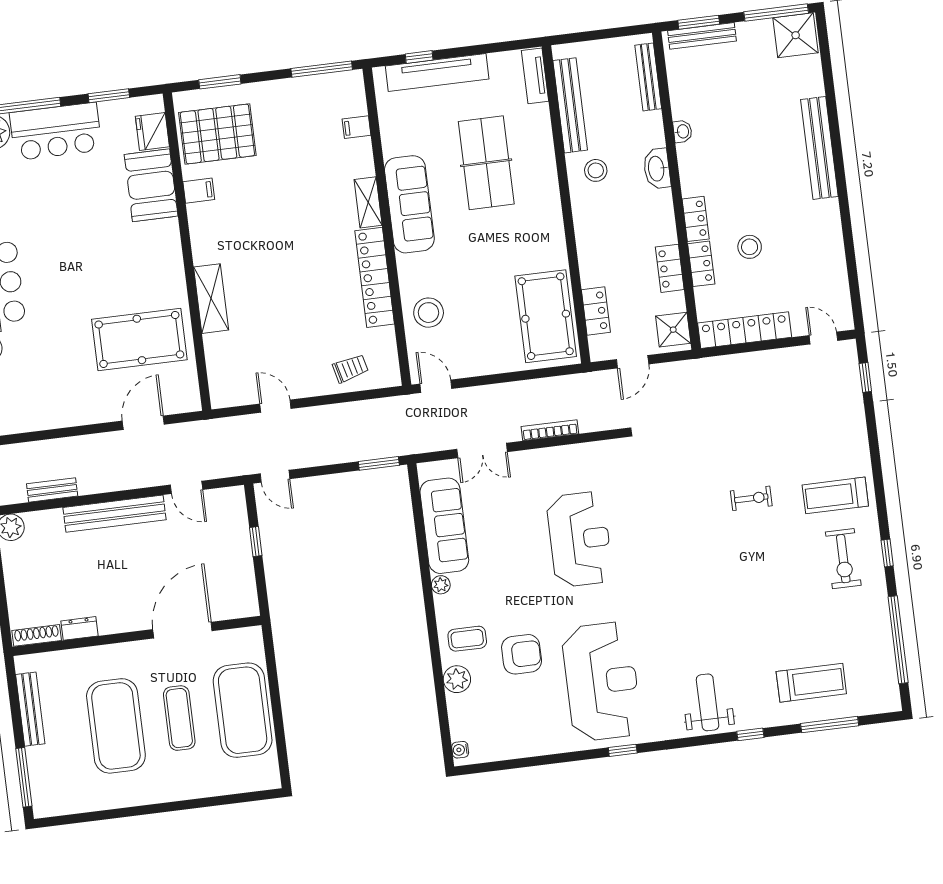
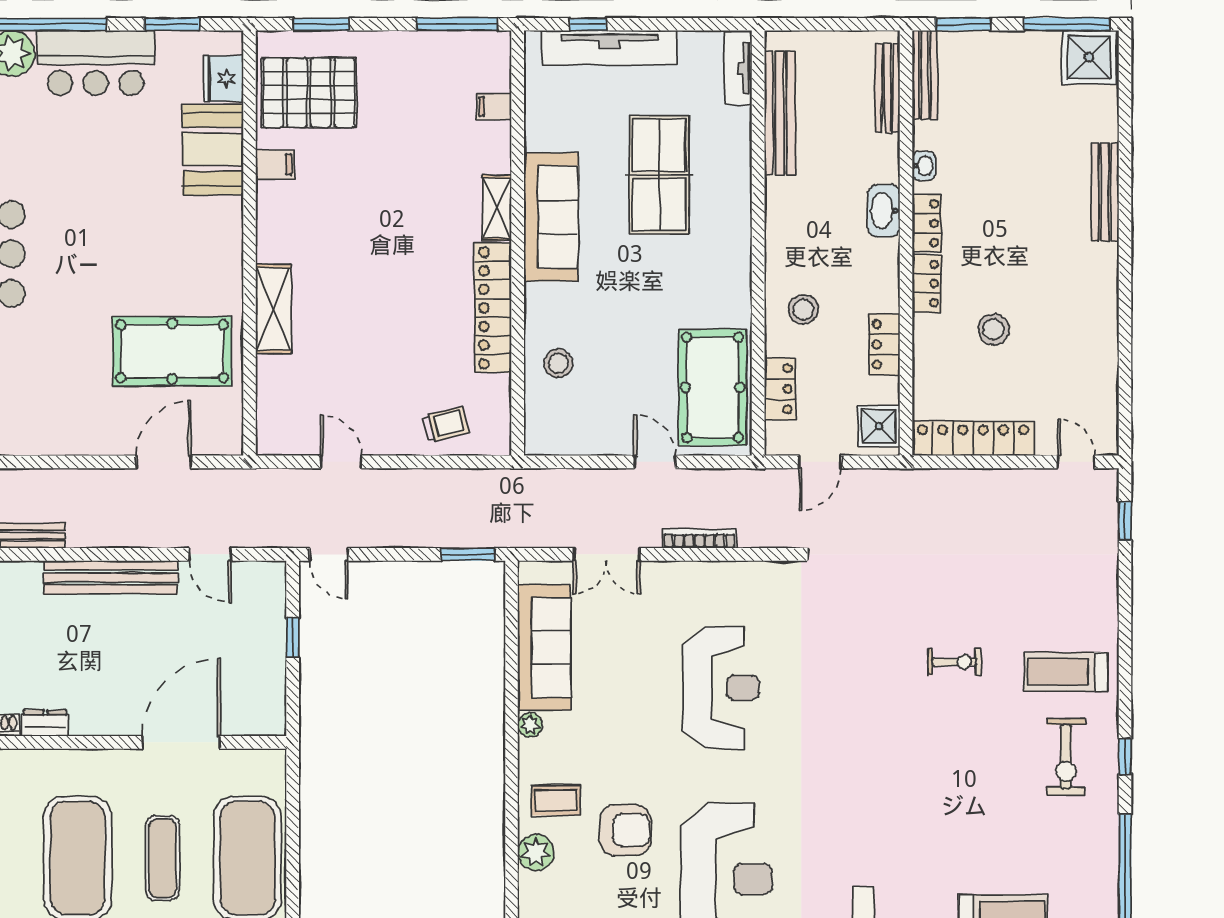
bench: (702, 36) -> (925, 75), moved, turned 90
bench: (819, 148) -> (1105, 192), width x0.73, depth x0.82
stool: (596, 170) -> (803, 309), moved
locker: (701, 264) -> (927, 223), moved
stool: (429, 313) -> (558, 363), width x0.73, depth x0.73
door: (436, 386) -> (655, 462), moved

